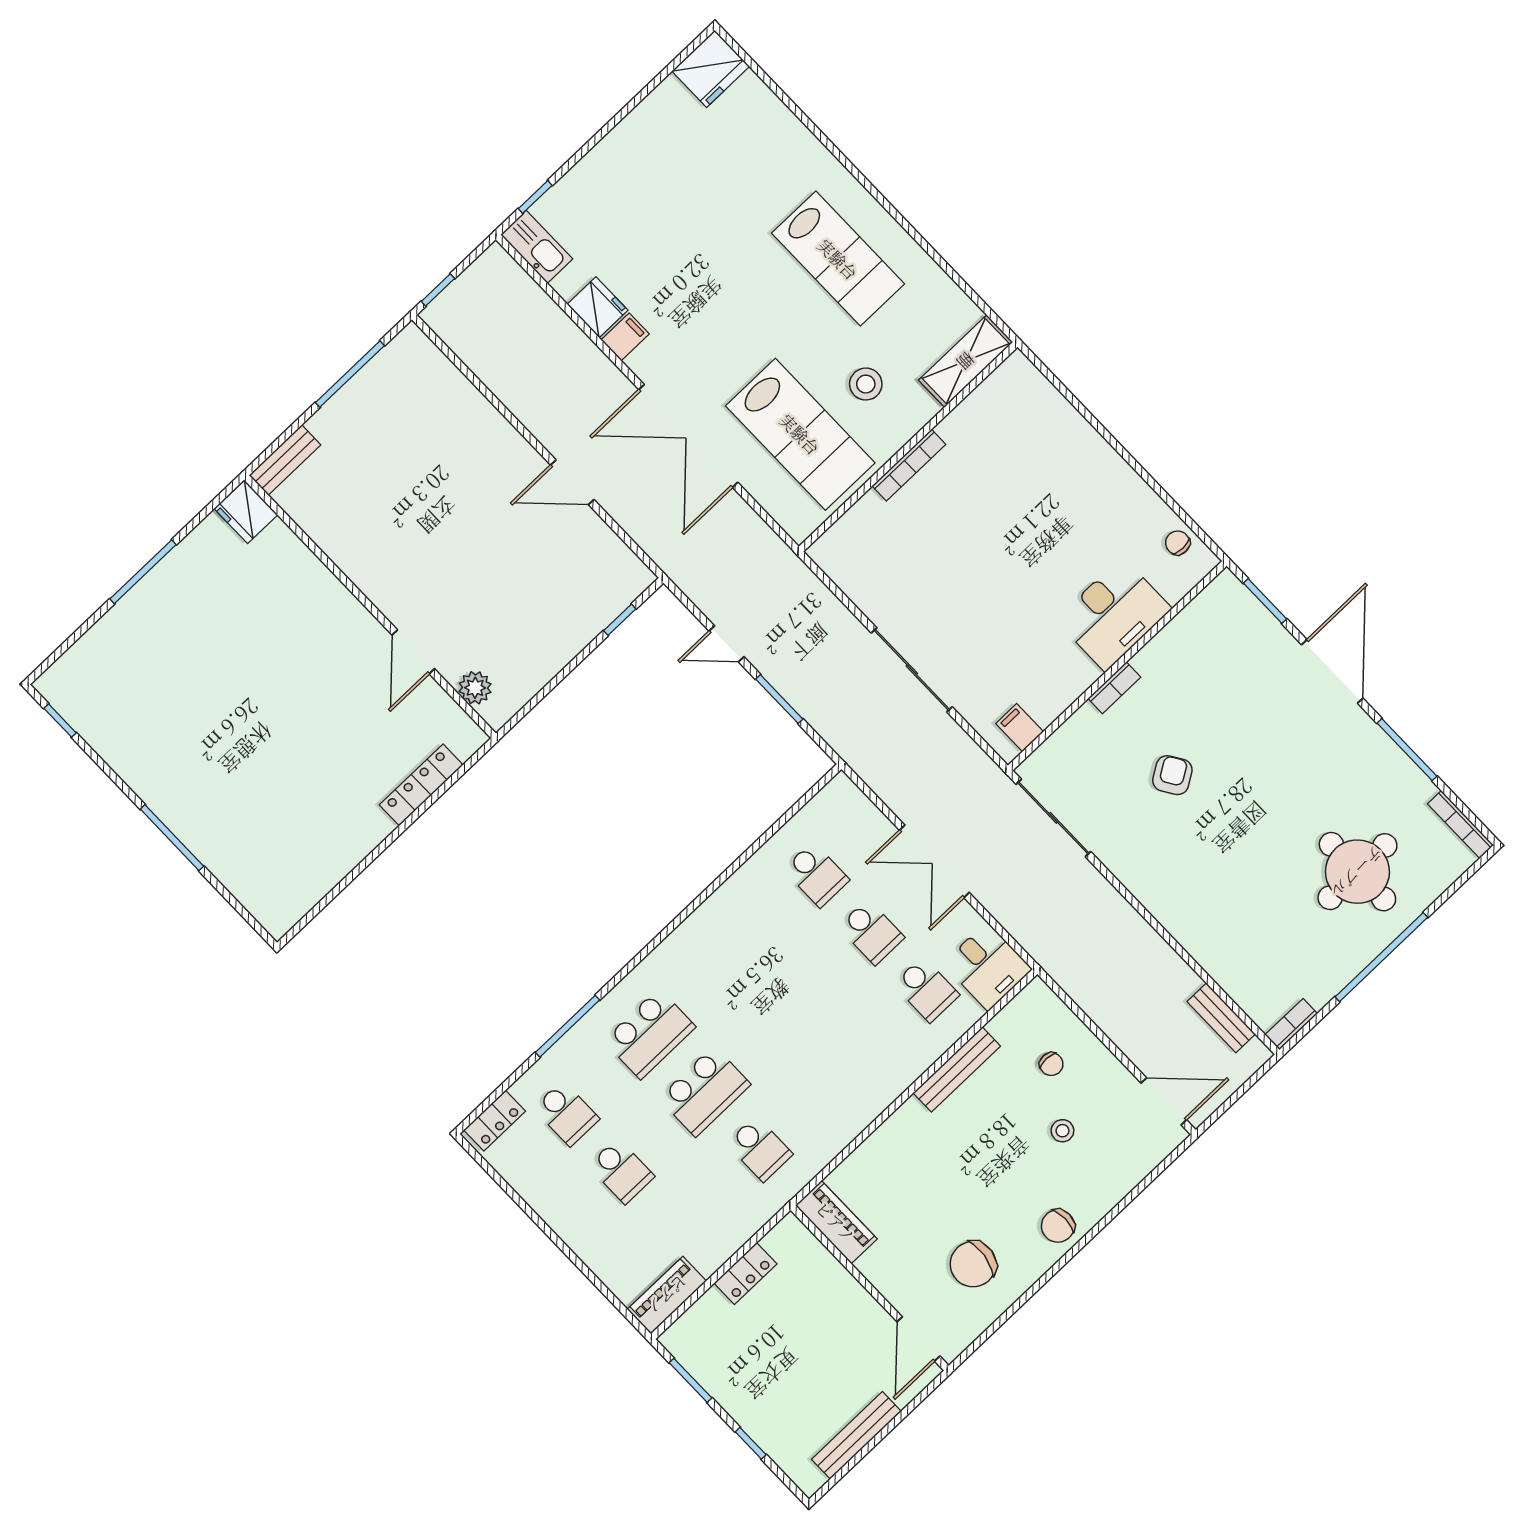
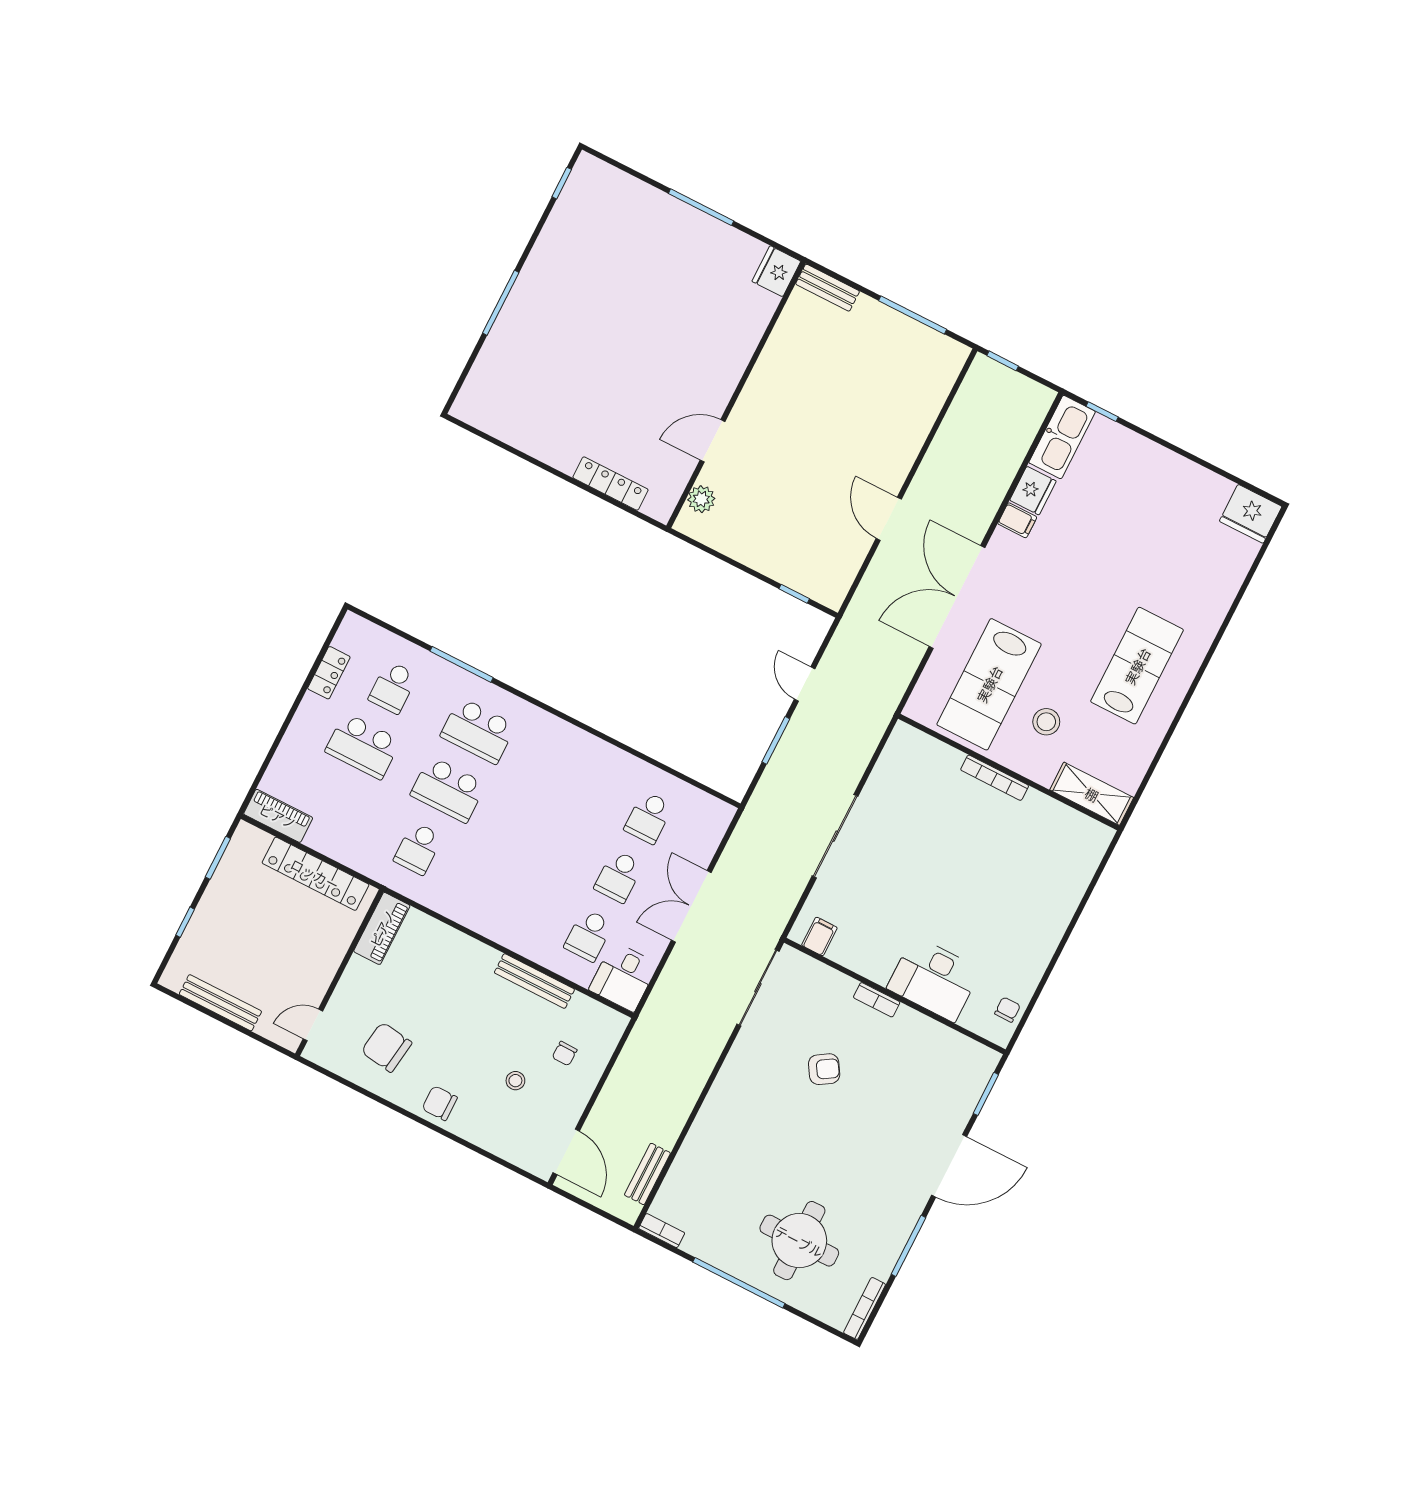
kitchen sink: (537, 247) -> (1062, 437), width x1.36, depth x1.24
lab bench: (838, 259) -> (1137, 666), turned 180
locker: (495, 1121) -> (329, 673), moved, turned -90
school desk: (621, 1171) -> (363, 746), width x1.85
locker: (745, 1274) -> (315, 874), width x2.16, depth x1.21
door: (918, 1339) -> (313, 1025), width x0.73

